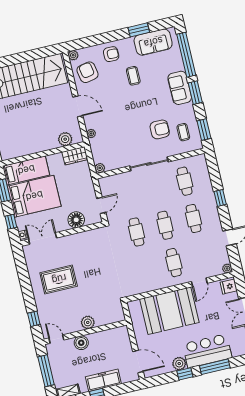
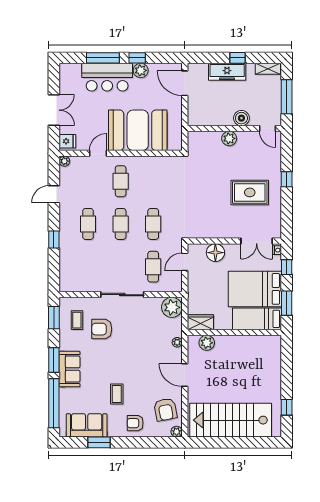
plant: (100, 168) -> (172, 307), width x1.88, depth x1.88
cafe table: (185, 181) -> (153, 267), moved
window: (34, 319) -> (287, 179), moved

